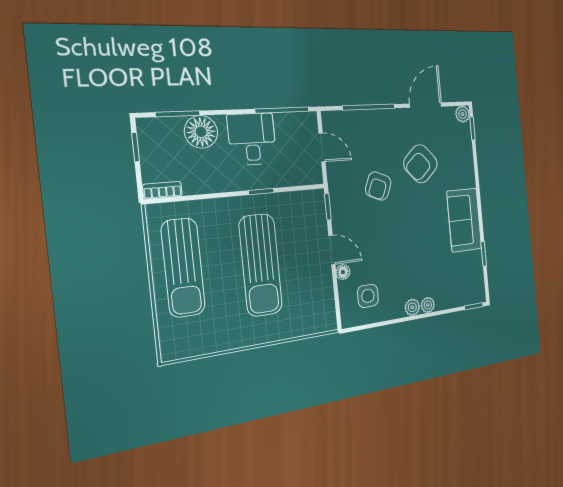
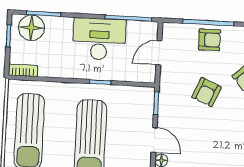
armchair: (373, 126) -> (209, 40), added
floor lamp: (201, 132) -> (31, 28), moved
desk: (252, 139) -> (99, 39), width x1.37
door: (322, 147) -> (159, 53), swing flipped

